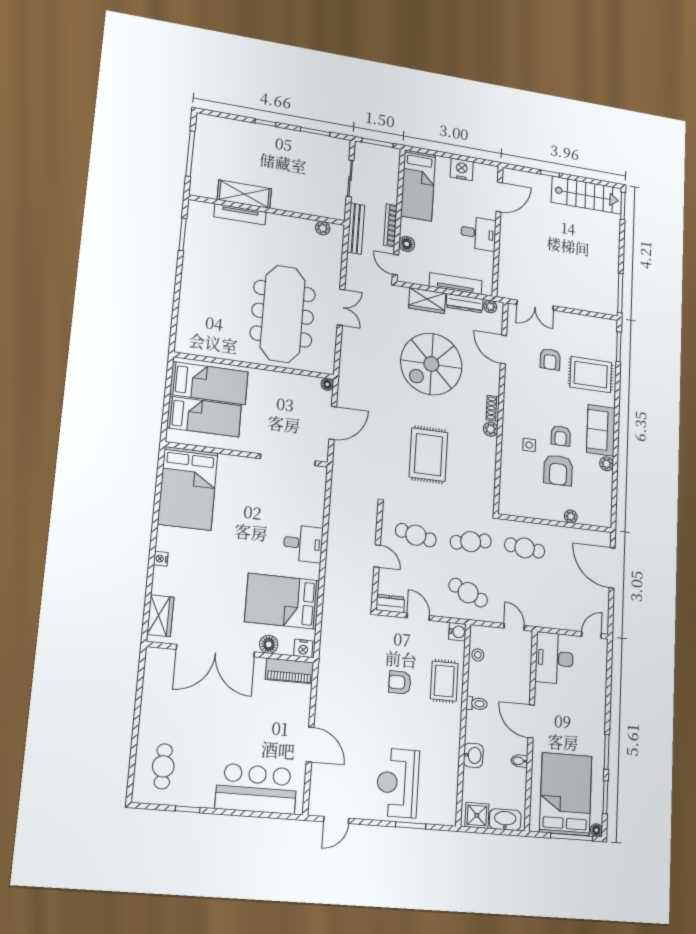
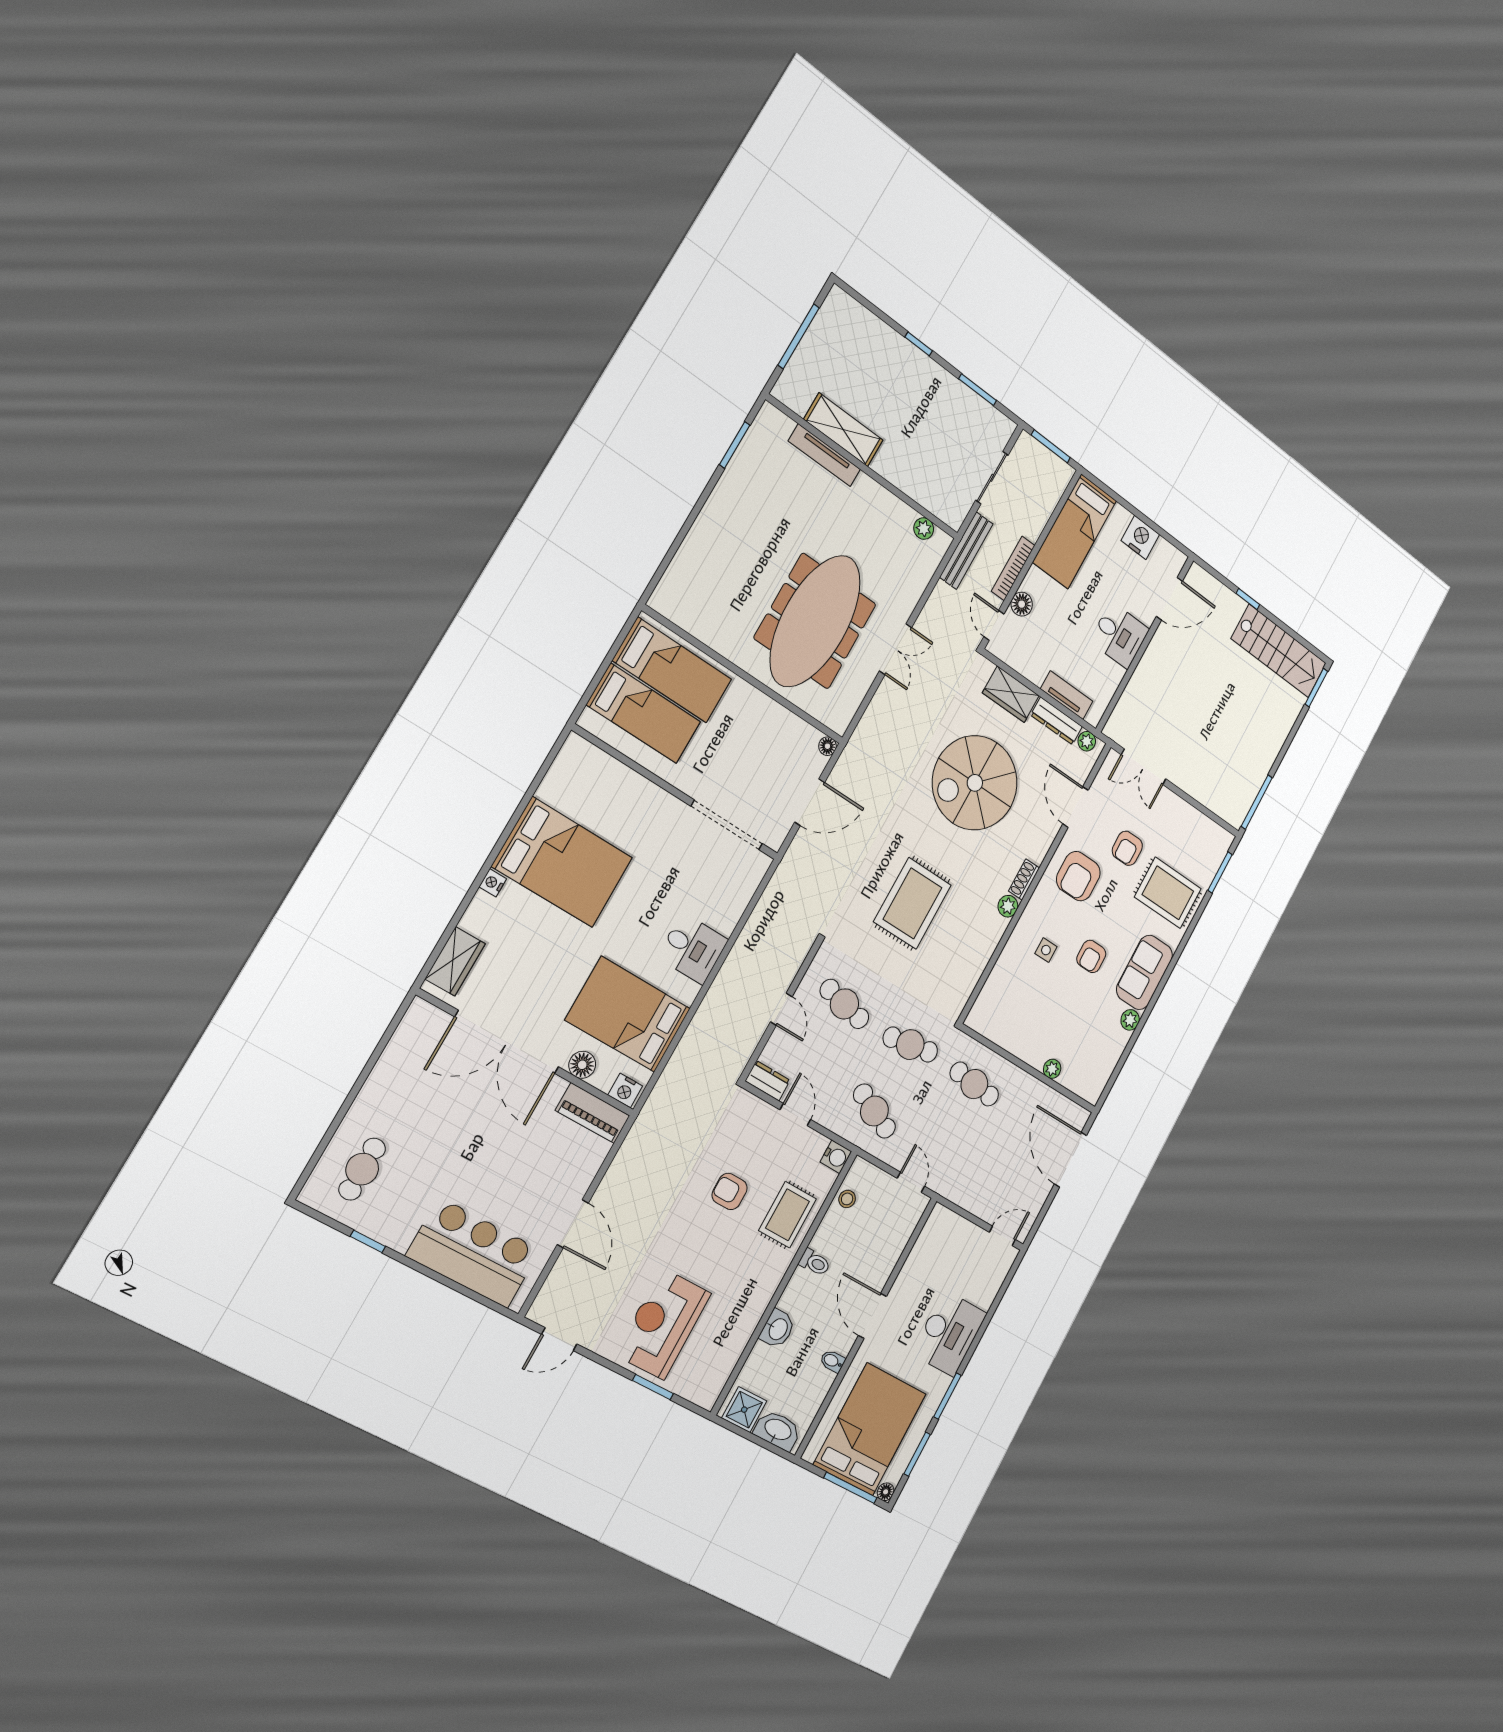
tv unit: (456, 284) -> (1067, 695), width x0.71
armchair: (558, 470) -> (1078, 876), moved
bed: (188, 488) -> (562, 862), moved, turned -90
desk: (554, 658) -> (949, 1333), moved, turned 180

